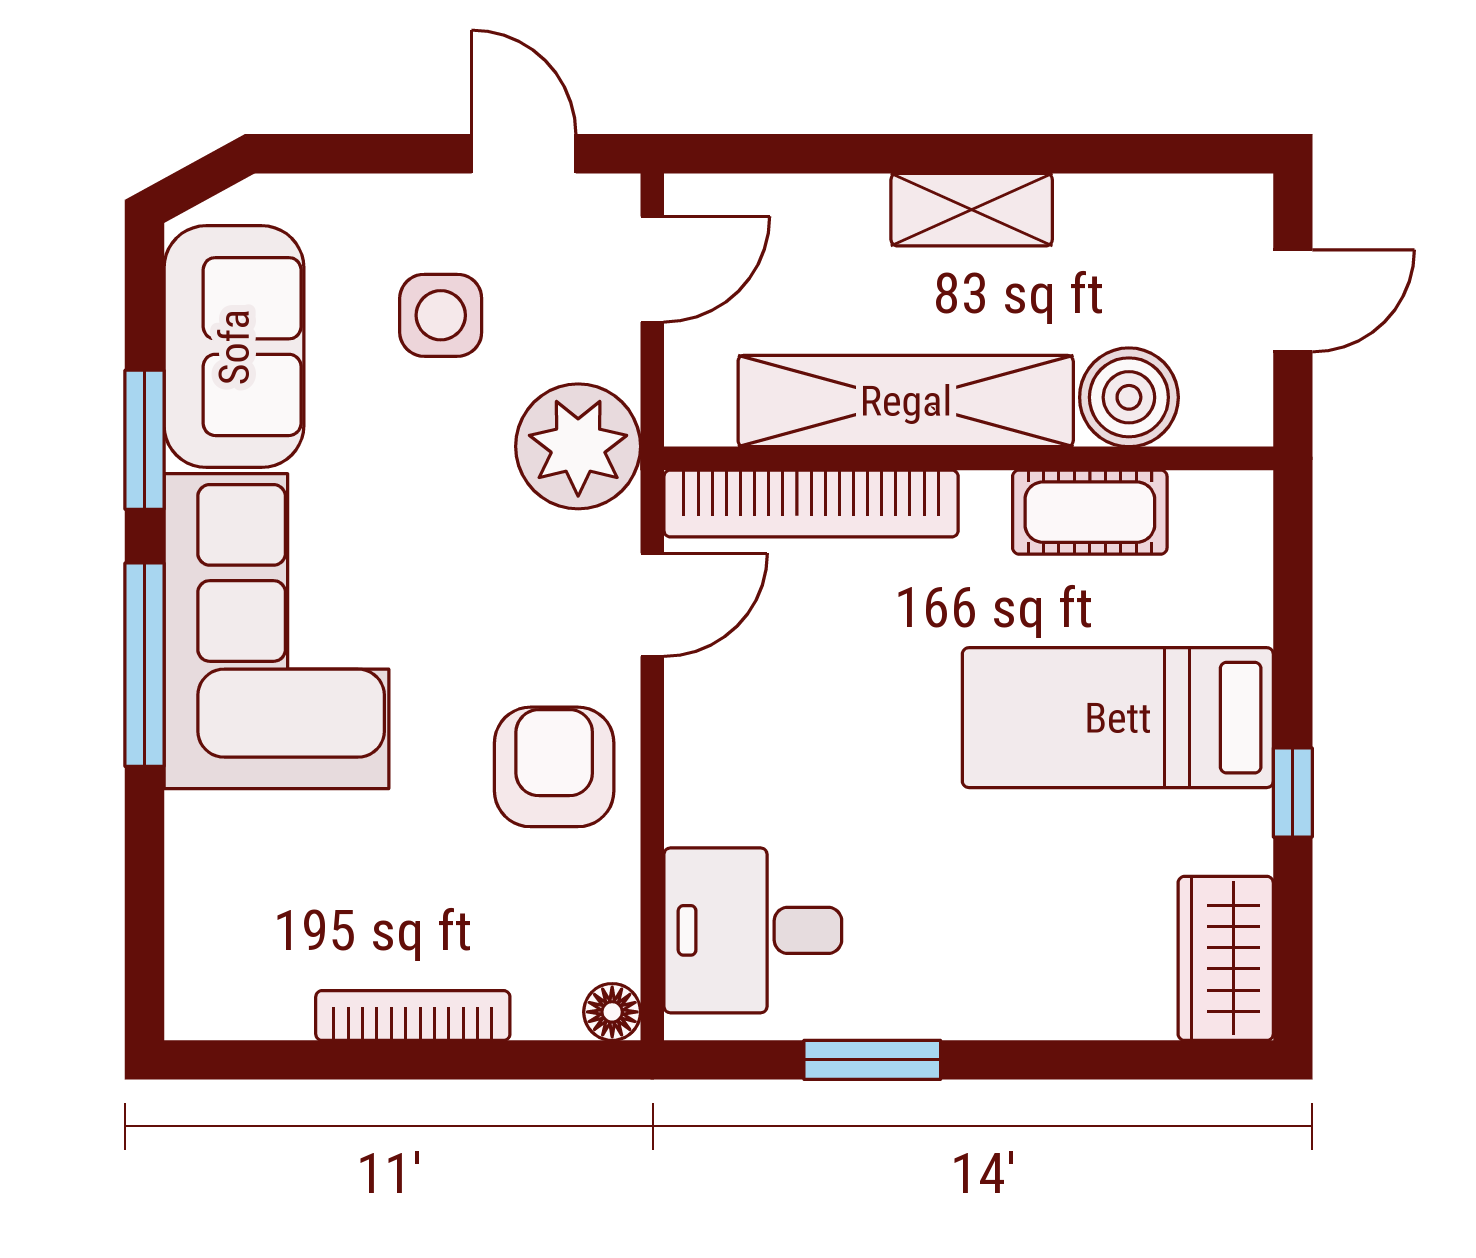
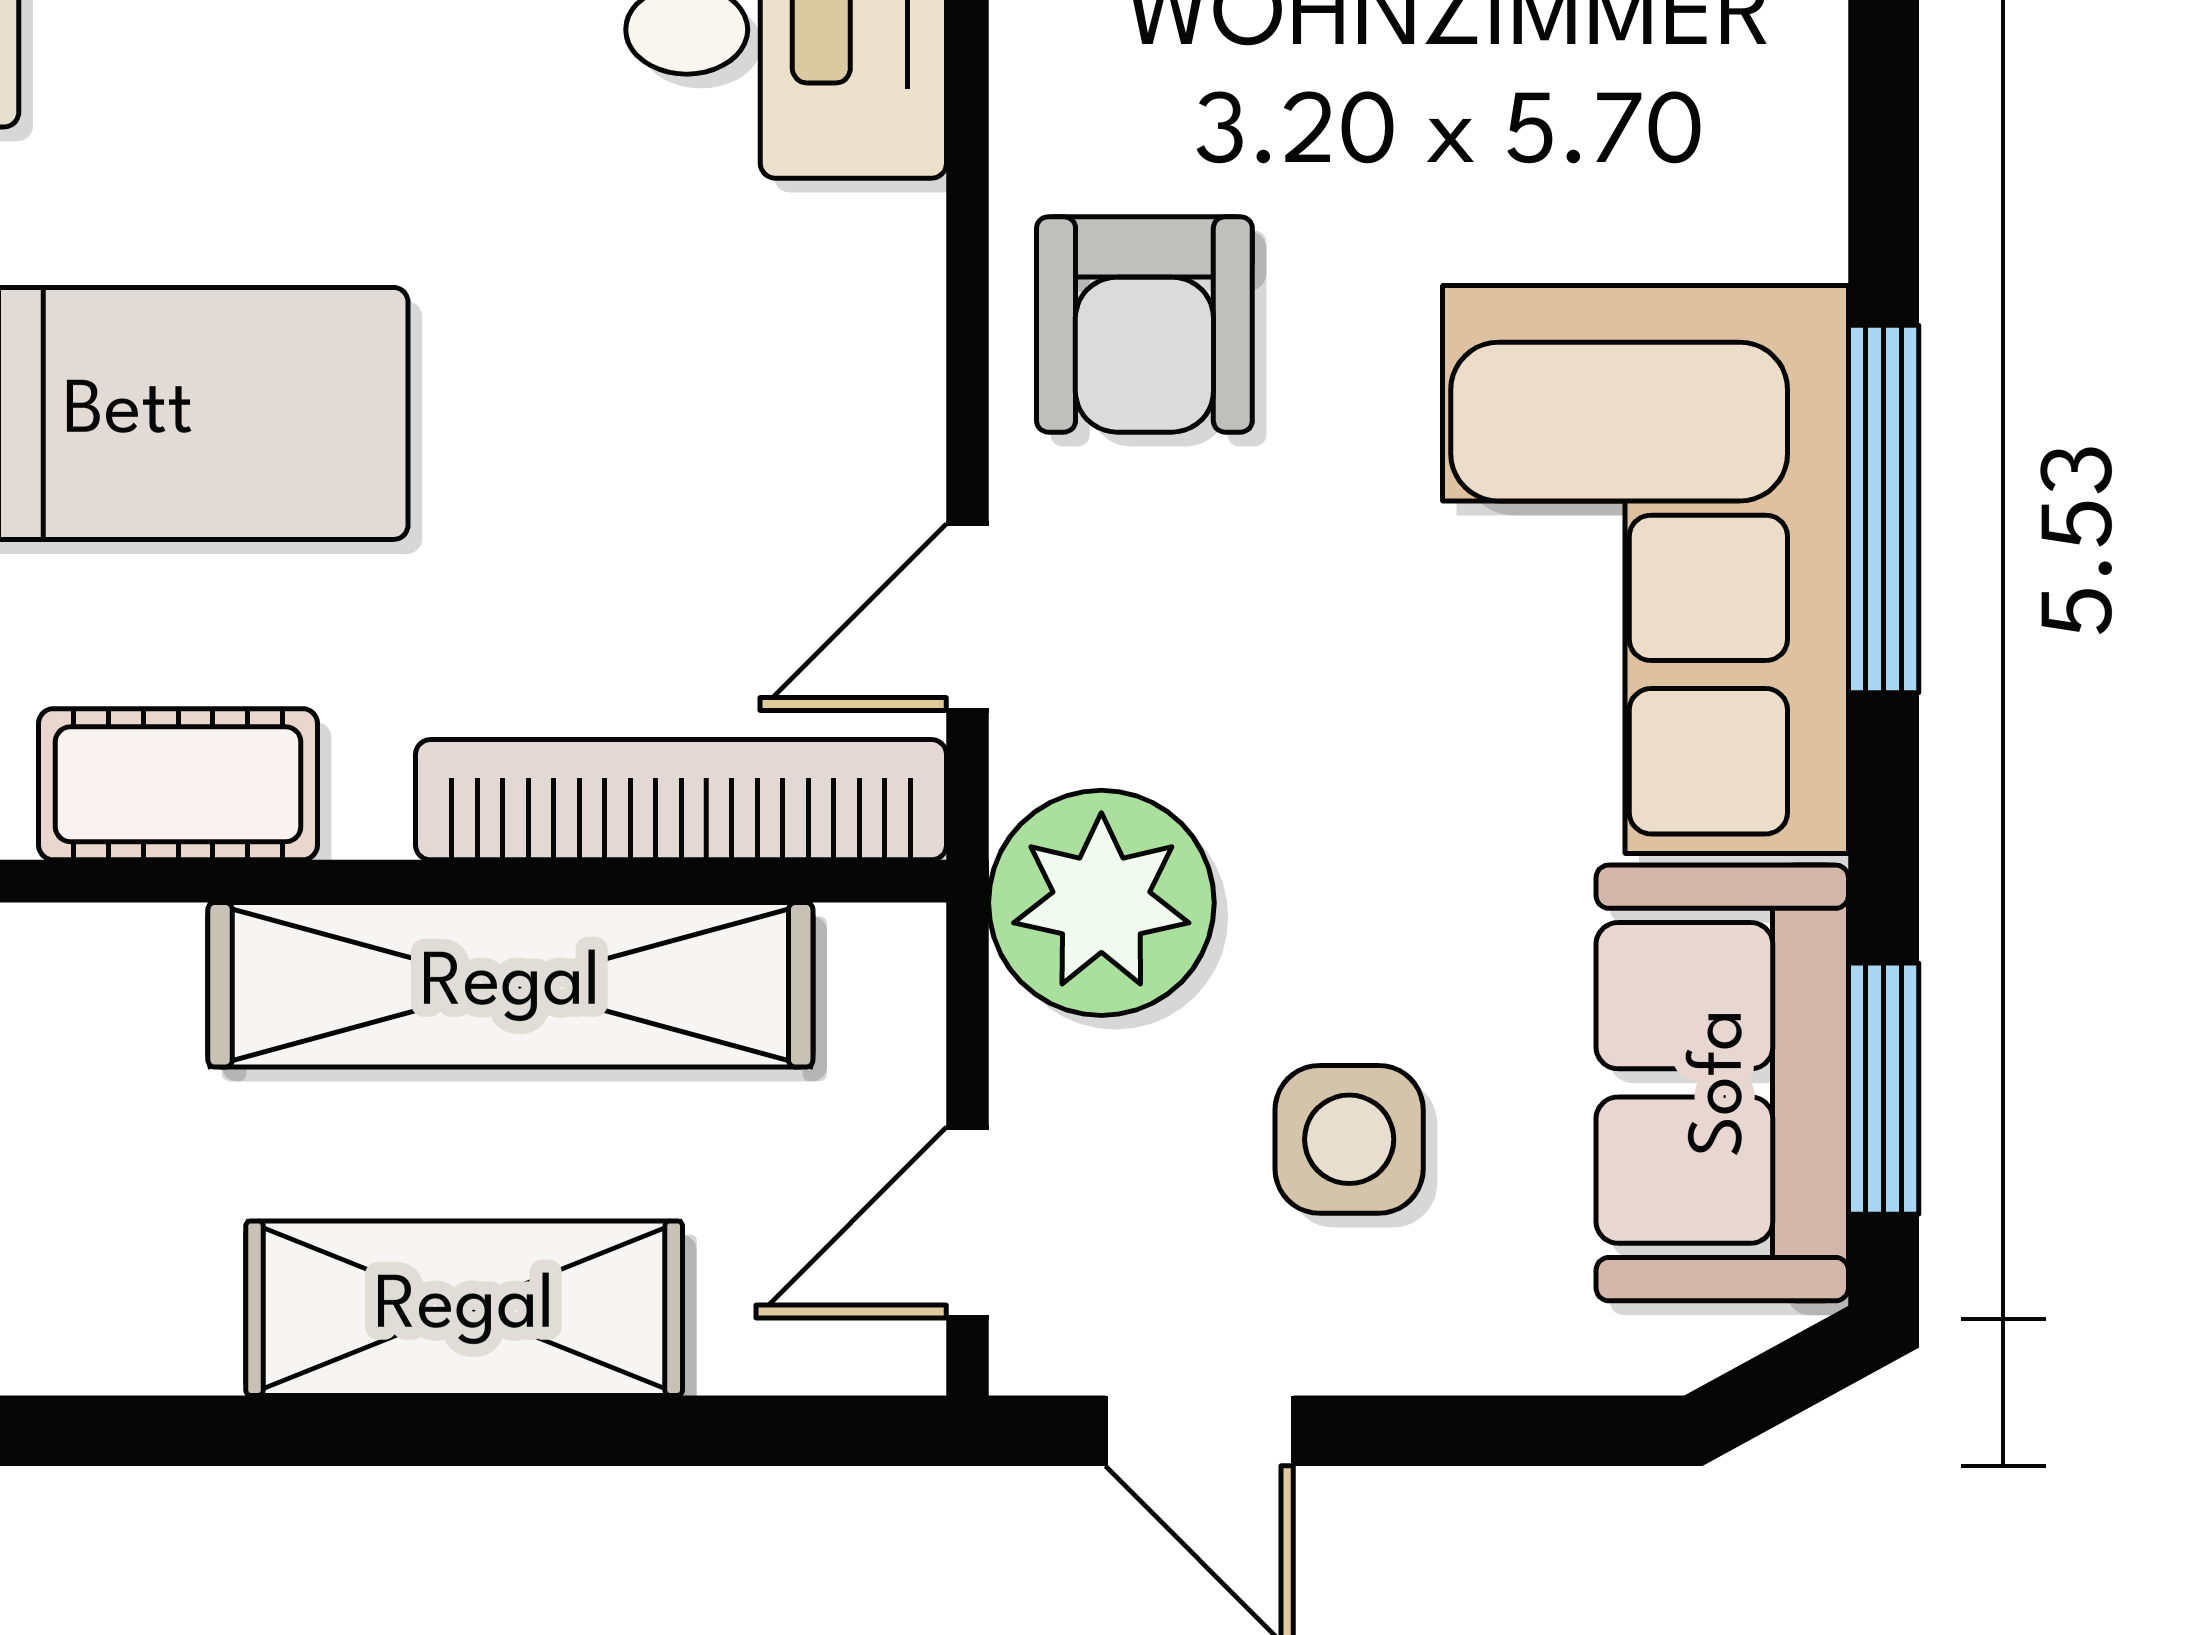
shelving: (972, 210) -> (464, 1308), width x1.50, depth x1.33
boiler: (1129, 397) -> (108, 991), removed
window: (145, 440) -> (1884, 1089), moved

